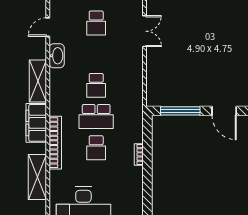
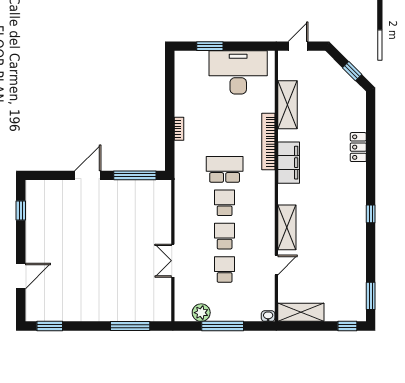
washbasin: (57, 56) -> (267, 234), removed
shelving: (38, 81) -> (287, 227), moved
door: (224, 111) -> (88, 175), hinge flipped
school desk: (96, 148) -> (225, 236), moved

